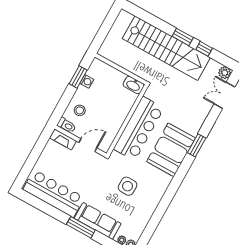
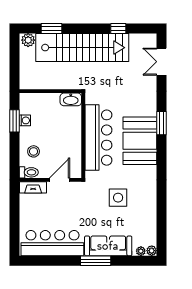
window: (183, 37) -> (51, 29), moved
plant: (225, 73) -> (28, 40), moved

